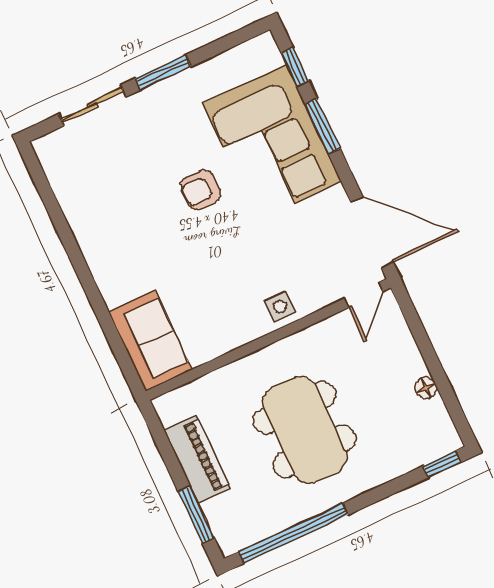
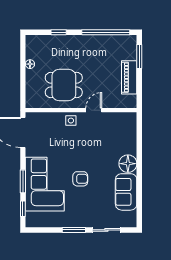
floor lamp: (113, 271) -> (128, 164), added
door: (364, 295) -> (94, 110), moved
sofa: (150, 341) -> (126, 192), moved
dining table: (305, 430) -> (64, 85), moved, width x0.73
window: (442, 464) -> (59, 32), moved

